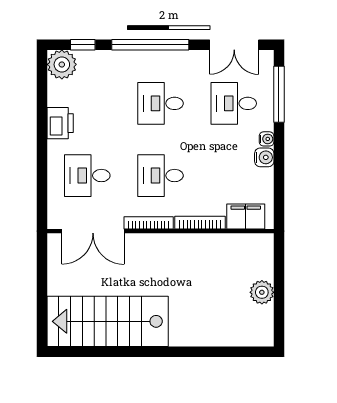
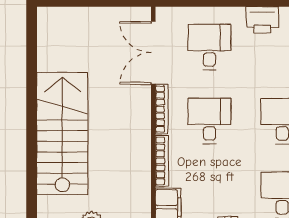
stairs: (108, 321) -> (62, 134), moved

